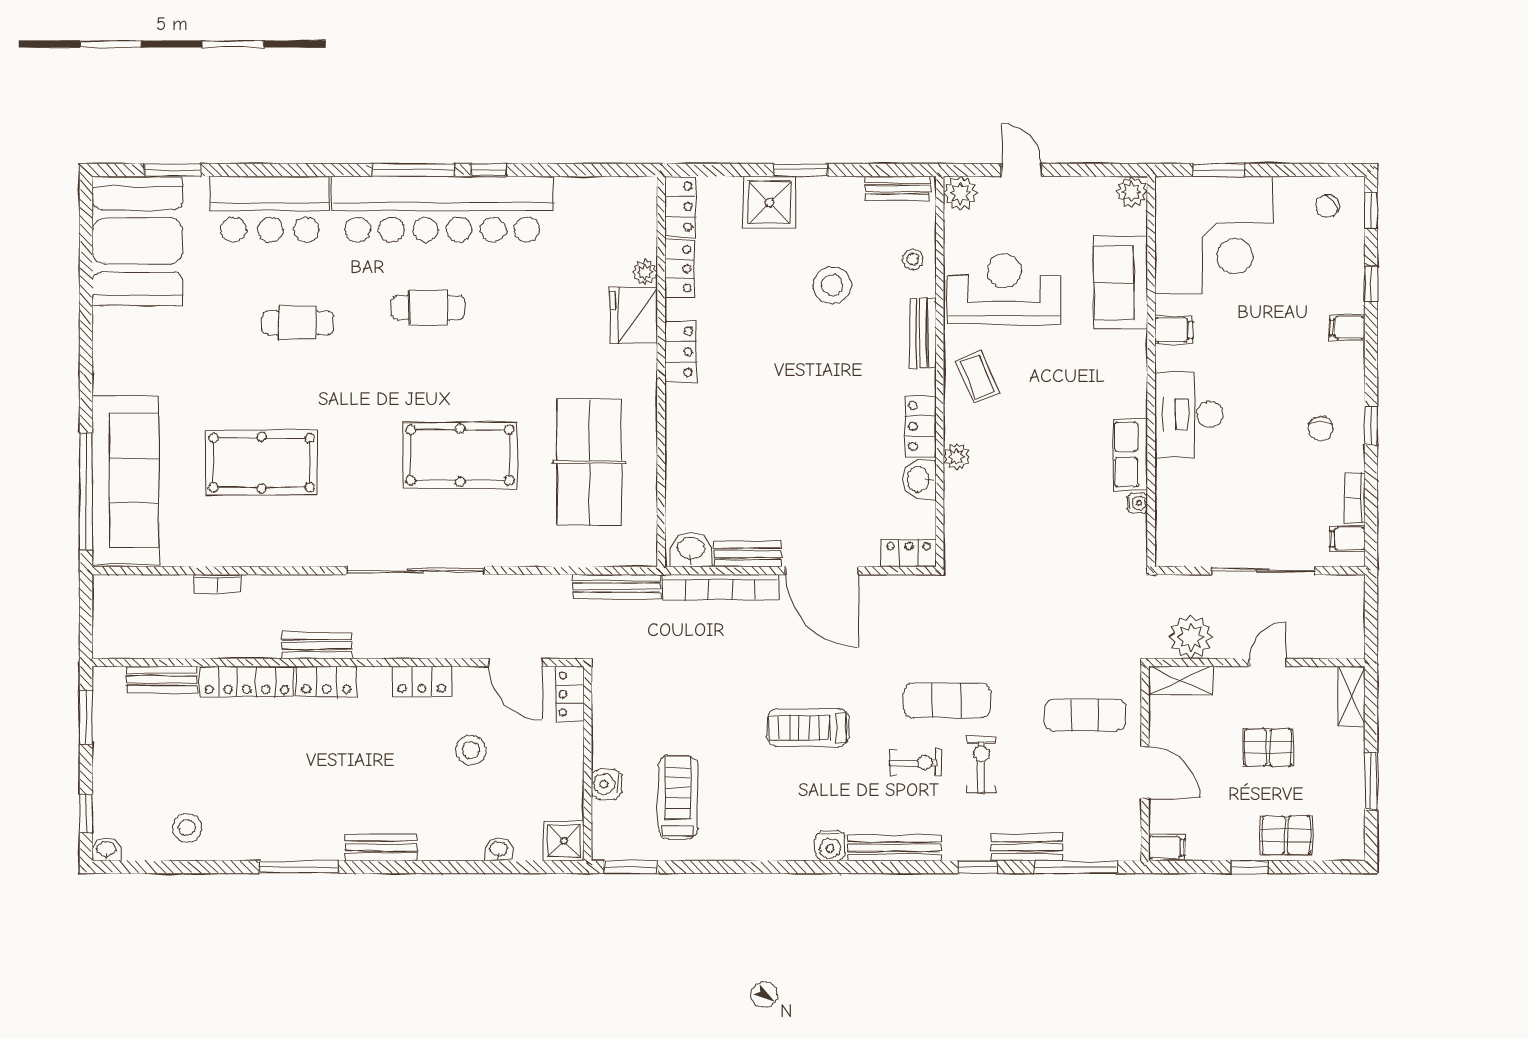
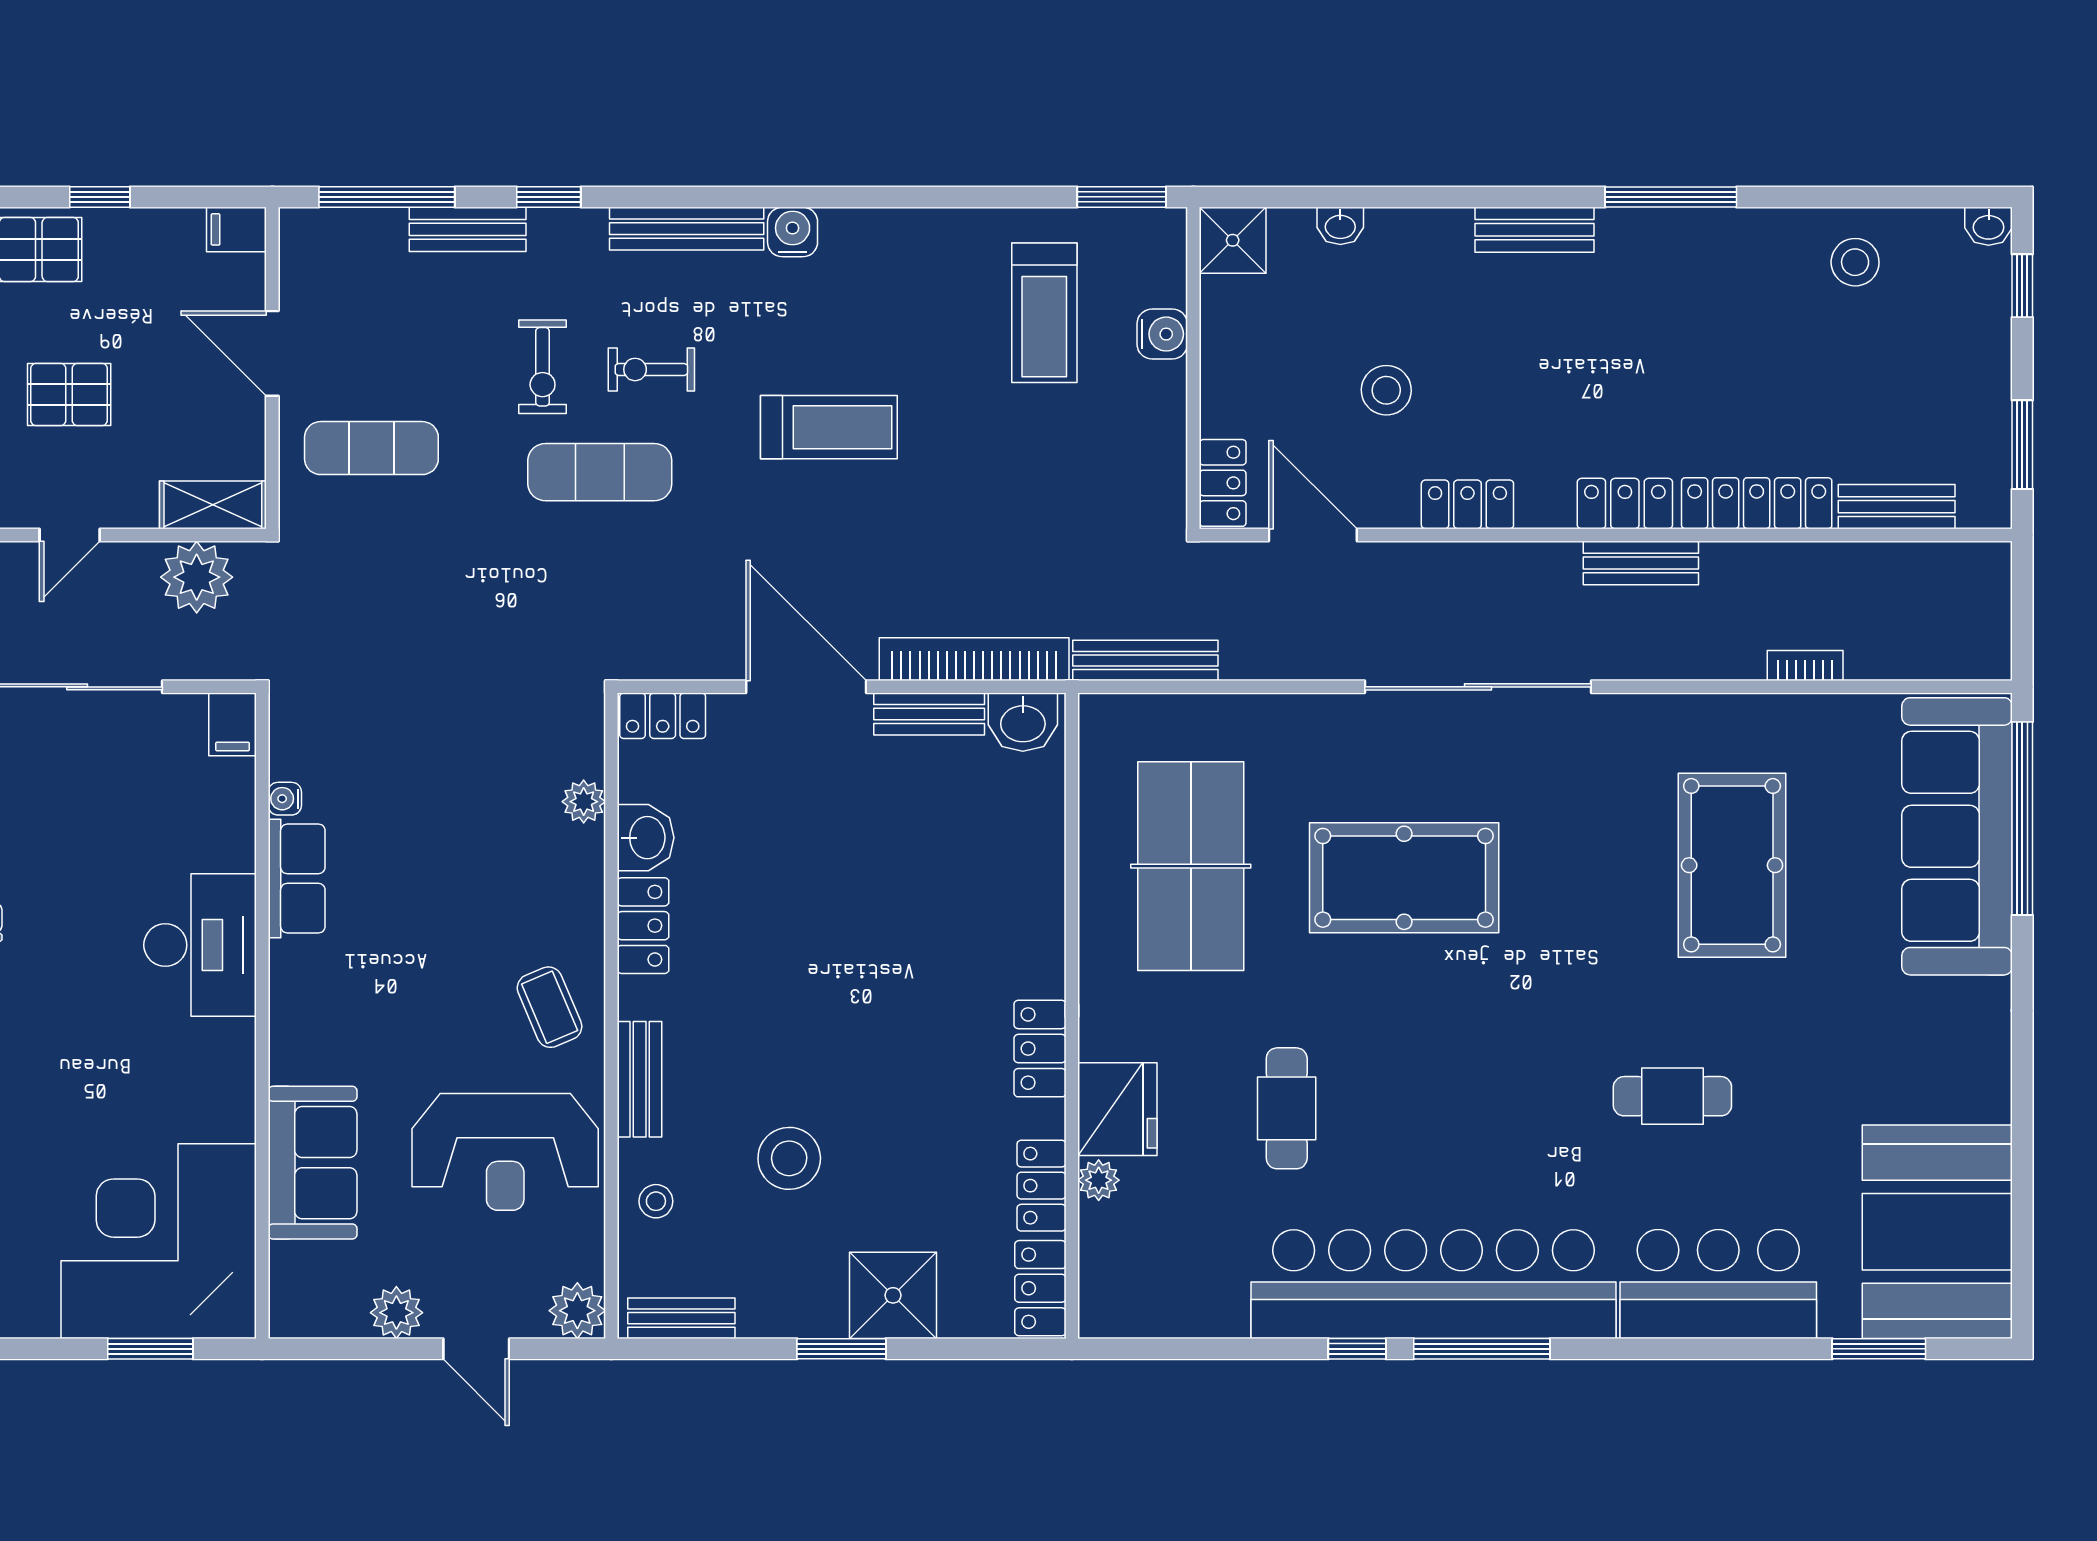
plant: (1132, 192) -> (396, 1313), moved
cafe table: (428, 308) -> (1287, 1108), moved, turned 90
filing cabinet: (1174, 330) -> (232, 724), moved, turned -90
plant: (957, 457) -> (584, 802), moved
pool table: (262, 463) -> (1732, 865), turned 90

